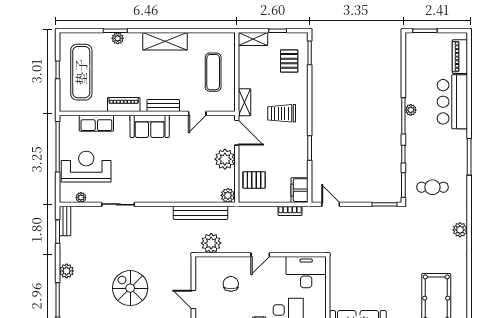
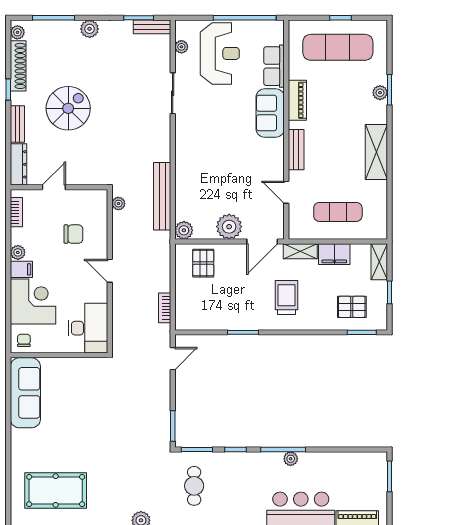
sofa: (150, 126) -> (270, 113), moved
filing cabinet: (300, 190) -> (334, 254), moved, turned 180
plant: (211, 243) -> (118, 204), width x0.53, depth x0.53

